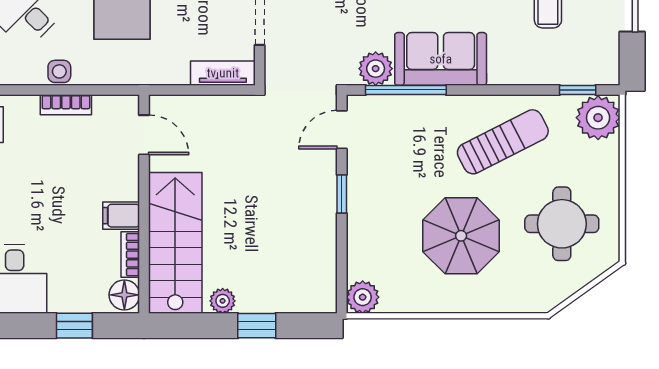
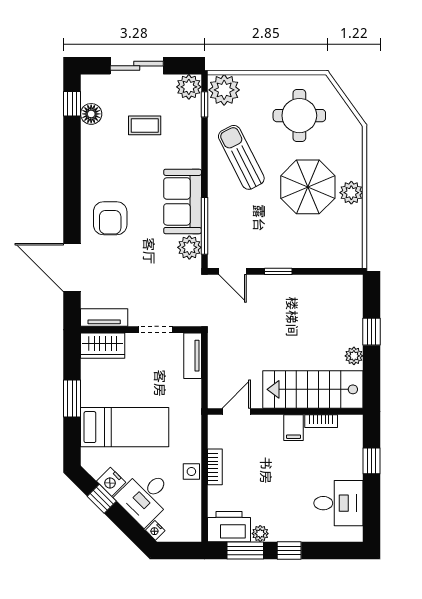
plant: (602, 68) -> (189, 87), added
floor lamp: (124, 295) -> (350, 425), removed
plant: (363, 297) -> (351, 193), moved

